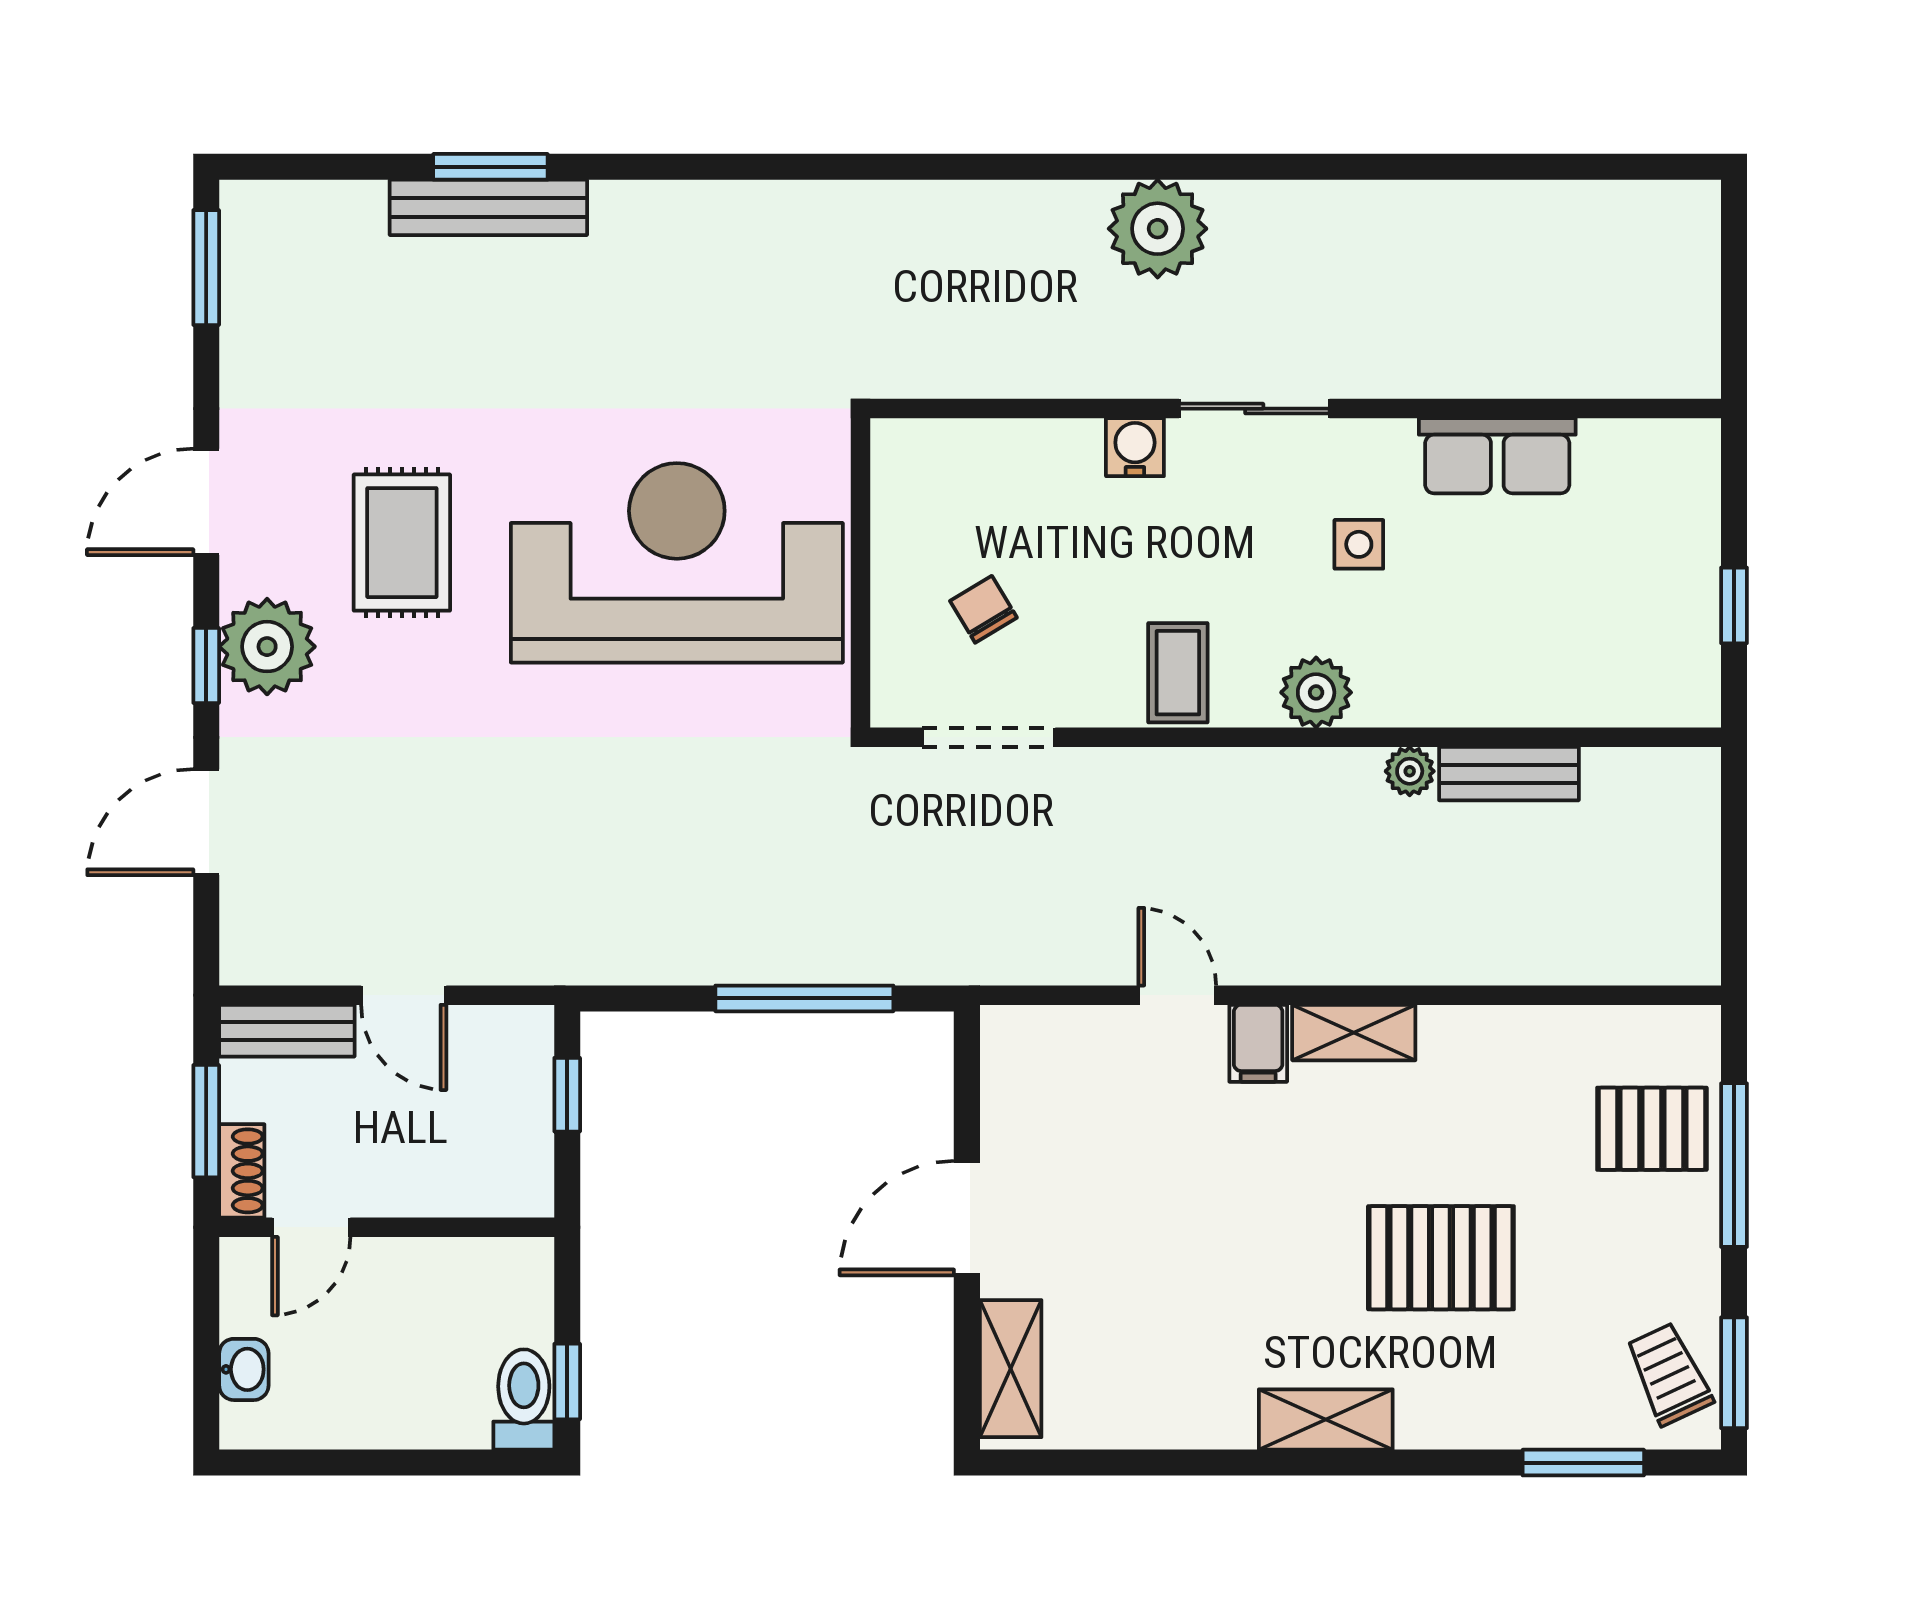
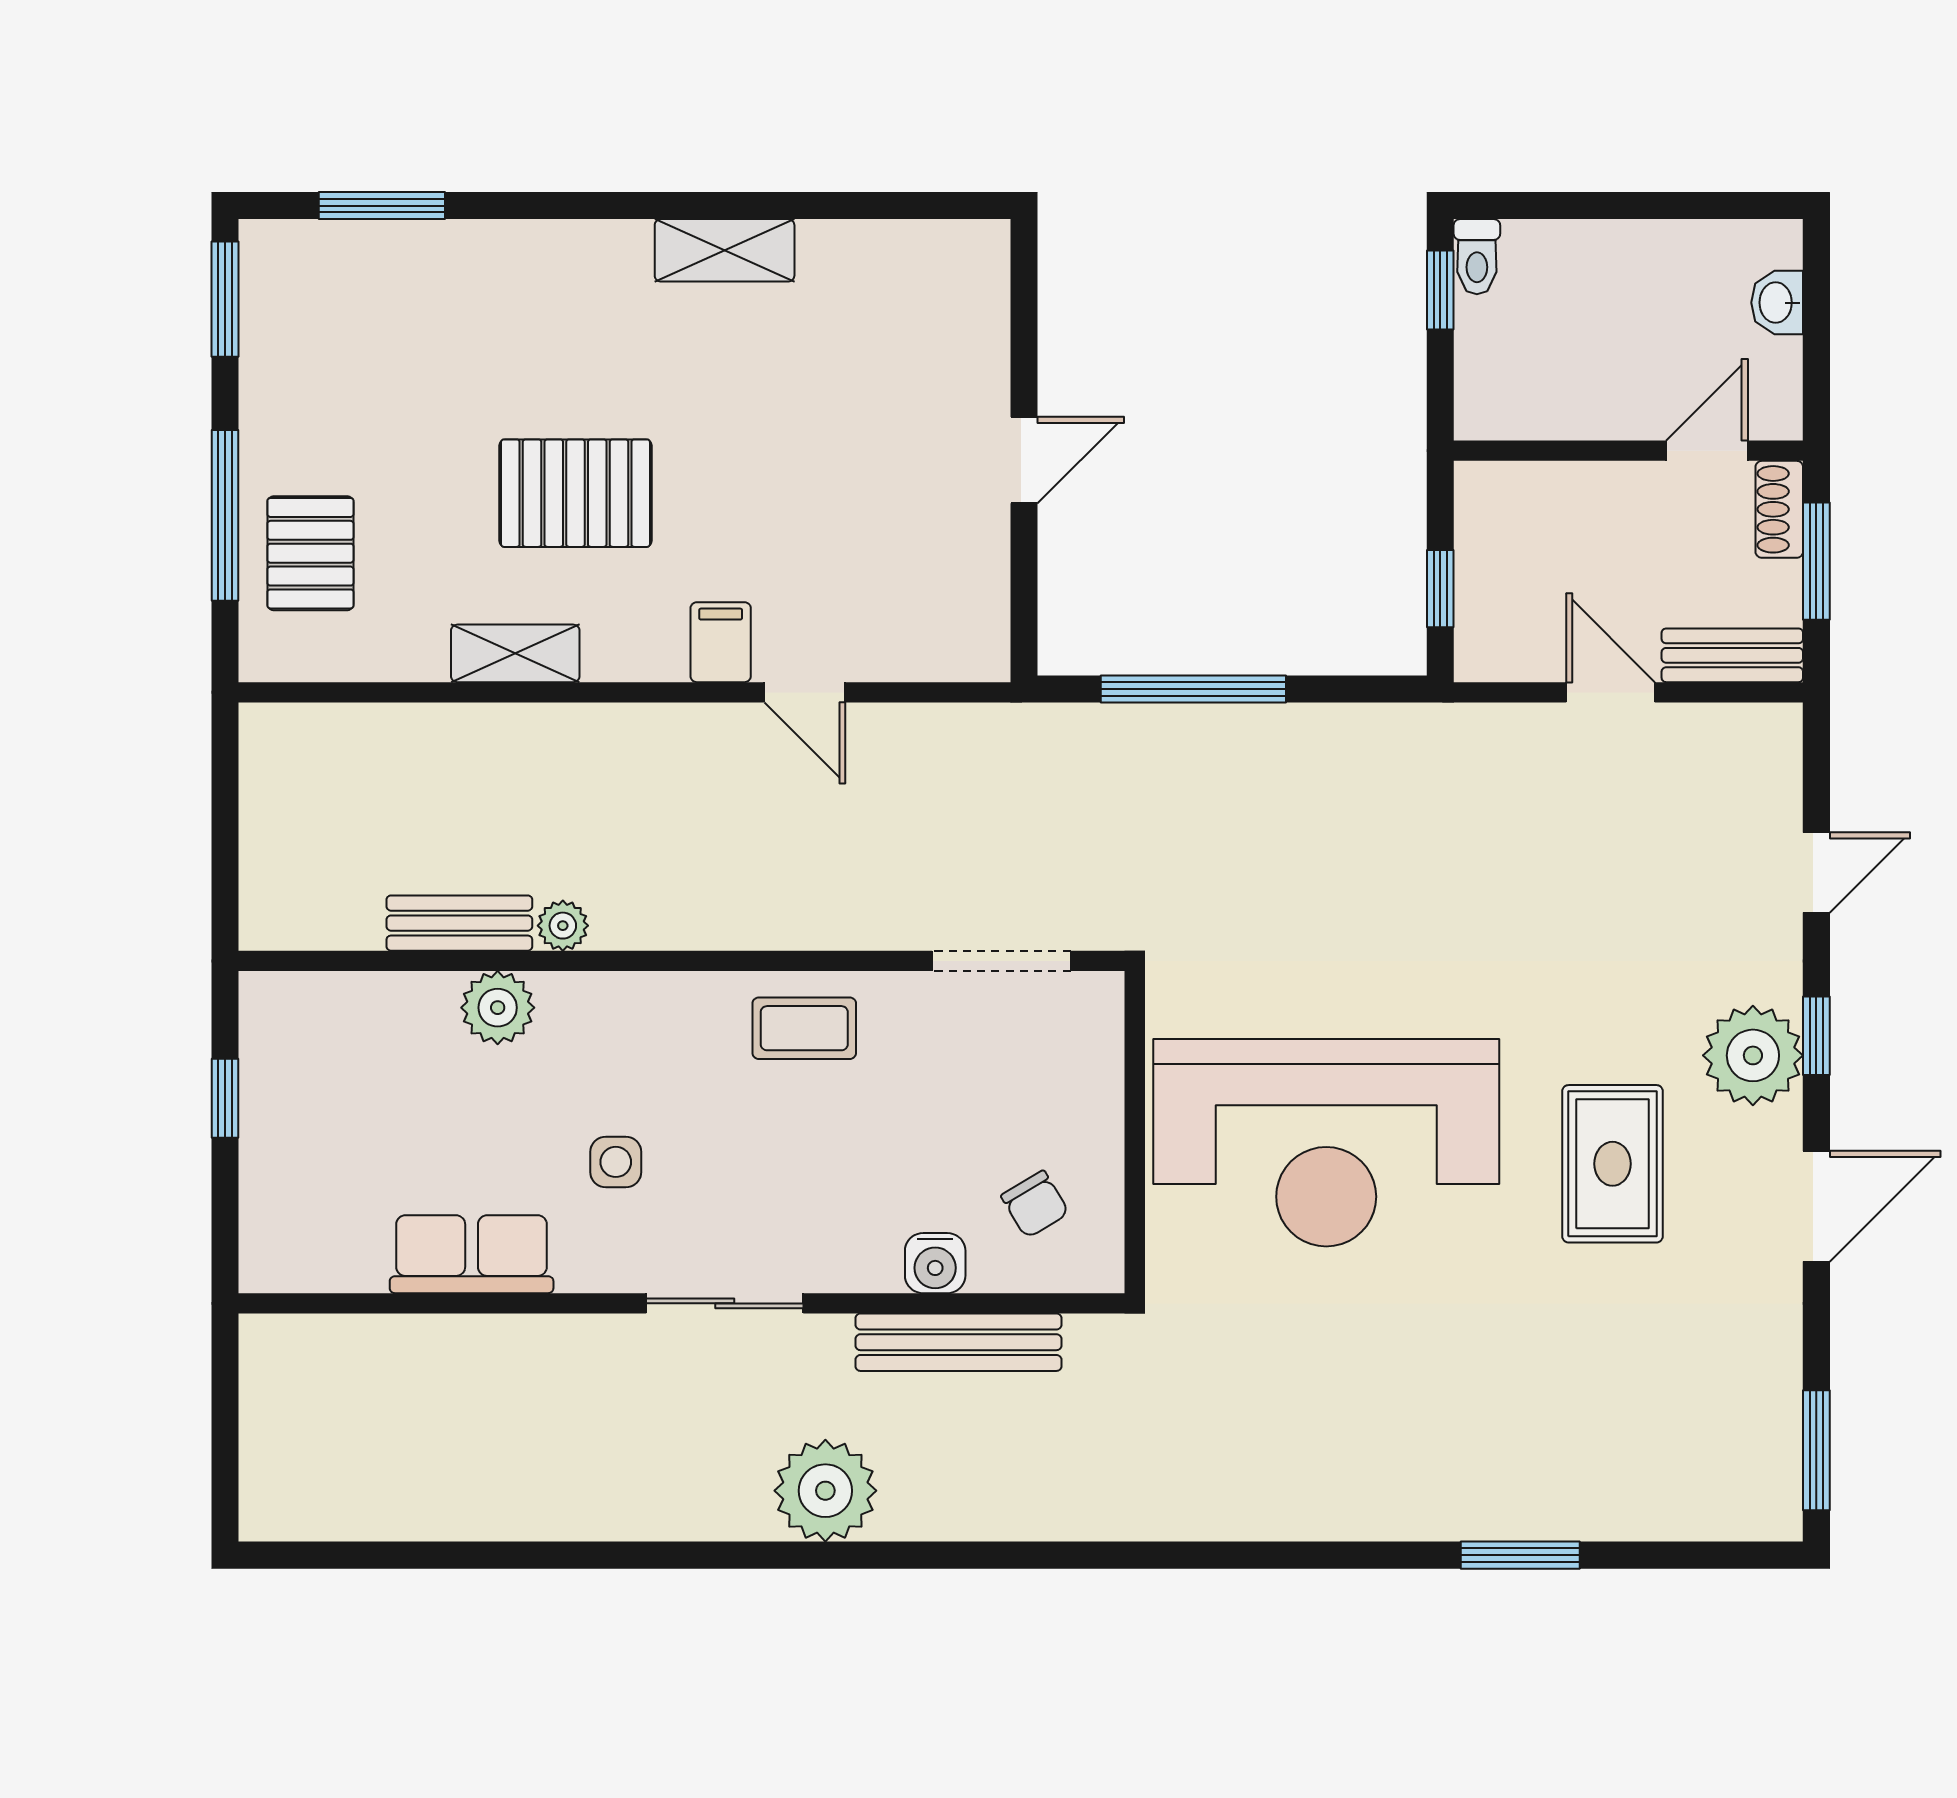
bench: (488, 207) -> (958, 1342), moved
water cooler: (1135, 447) -> (935, 1263), moved
chair: (983, 609) -> (1035, 1204), moved
coffee table: (1178, 673) -> (804, 1028), turned 90
plant: (1316, 692) -> (498, 1008), moved
door: (206, 822) -> (1816, 873), width x0.73
shelving: (1354, 1033) -> (515, 653), moved
pallet: (1652, 1129) -> (310, 553), turned 90
door: (967, 1218) -> (1024, 460), width x0.73
pallet: (1441, 1258) -> (575, 493), moved
shelving: (1011, 1369) -> (978, 303), removed
trolley: (1669, 1374) -> (293, 298), removed
toilet: (524, 1399) -> (1477, 257), width x0.73, depth x0.72
shelving: (1326, 1420) -> (725, 250), moved

